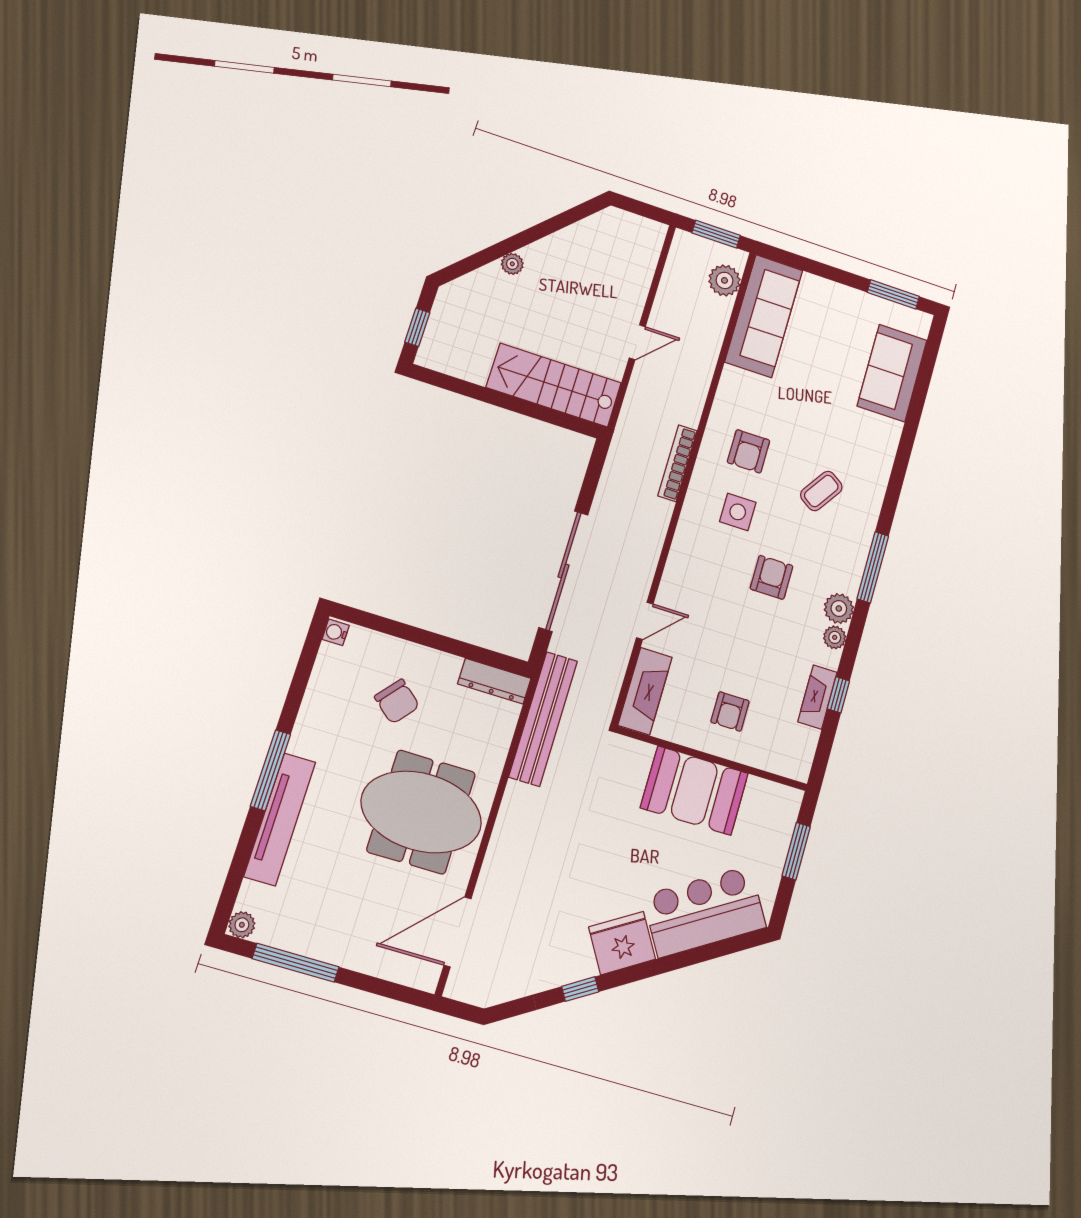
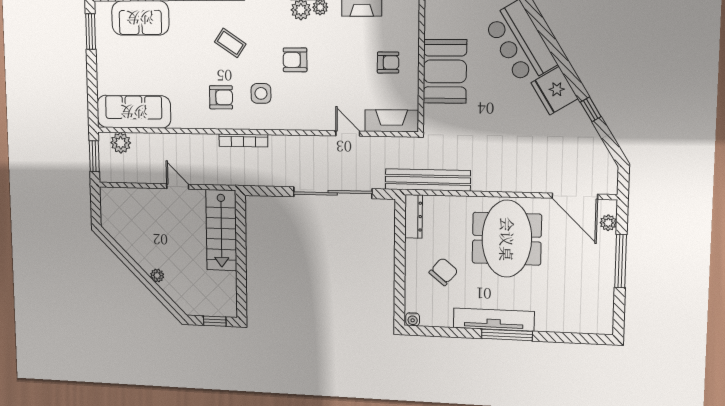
tv unit: (280, 819) -> (494, 320), moved
plant: (242, 925) -> (608, 223), moved
window: (296, 963) -> (621, 261), moved

